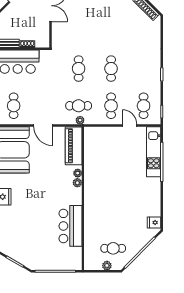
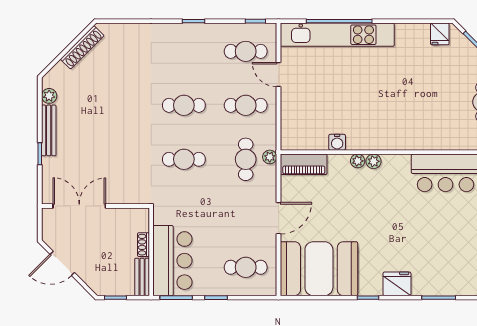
door: (130, 126) -> (279, 75), hinge flipped
piano: (74, 146) -> (304, 164), width x0.73, depth x0.75
kitchen unit: (154, 152) -> (337, 35), width x1.36
water cooler: (89, 161) -> (337, 142), added

